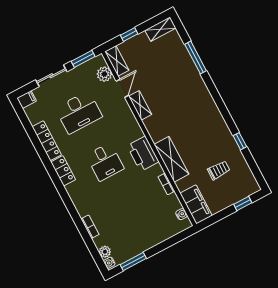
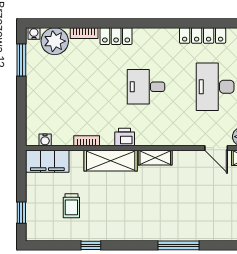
window: (196, 58) -> (178, 245), moved
shelving: (140, 105) -> (155, 158), moved
printer: (143, 154) -> (125, 137), width x0.53, depth x0.68
locker: (63, 171) -> (116, 36), moved
plant: (105, 252) -> (55, 41), width x1.88, depth x1.88

